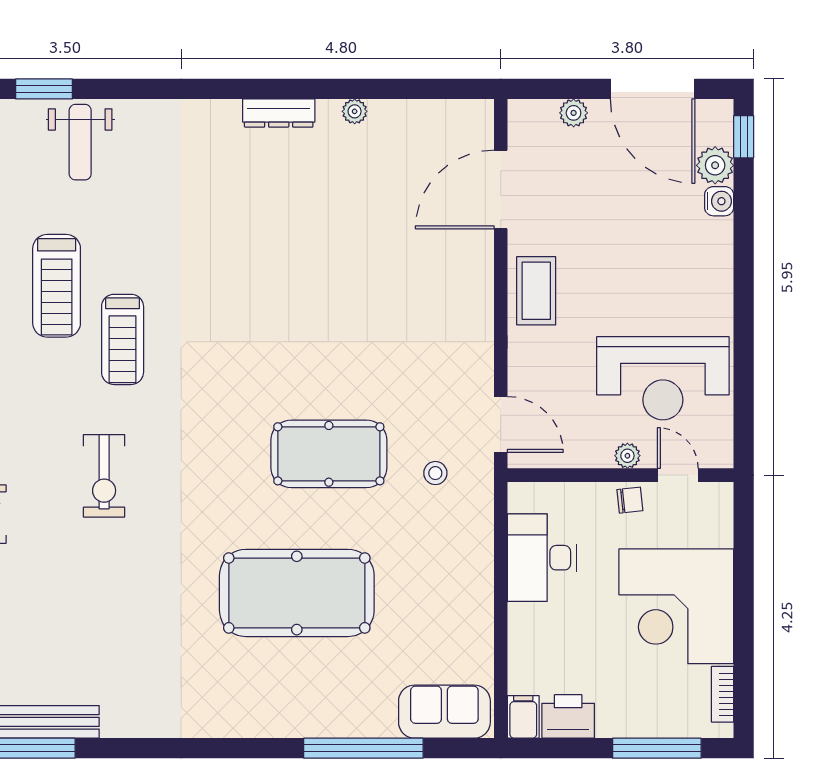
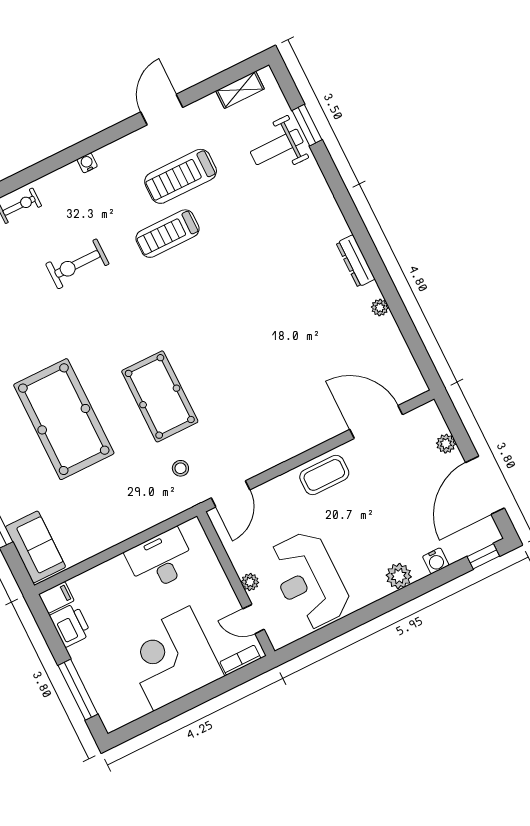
window: (44, 89) -> (307, 125), moved
plant: (715, 165) -> (399, 576), moved
door: (678, 475) -> (253, 619), swing flipped
chair: (630, 500) -> (223, 597), removed
bookcase: (723, 694) -> (240, 660), moved

